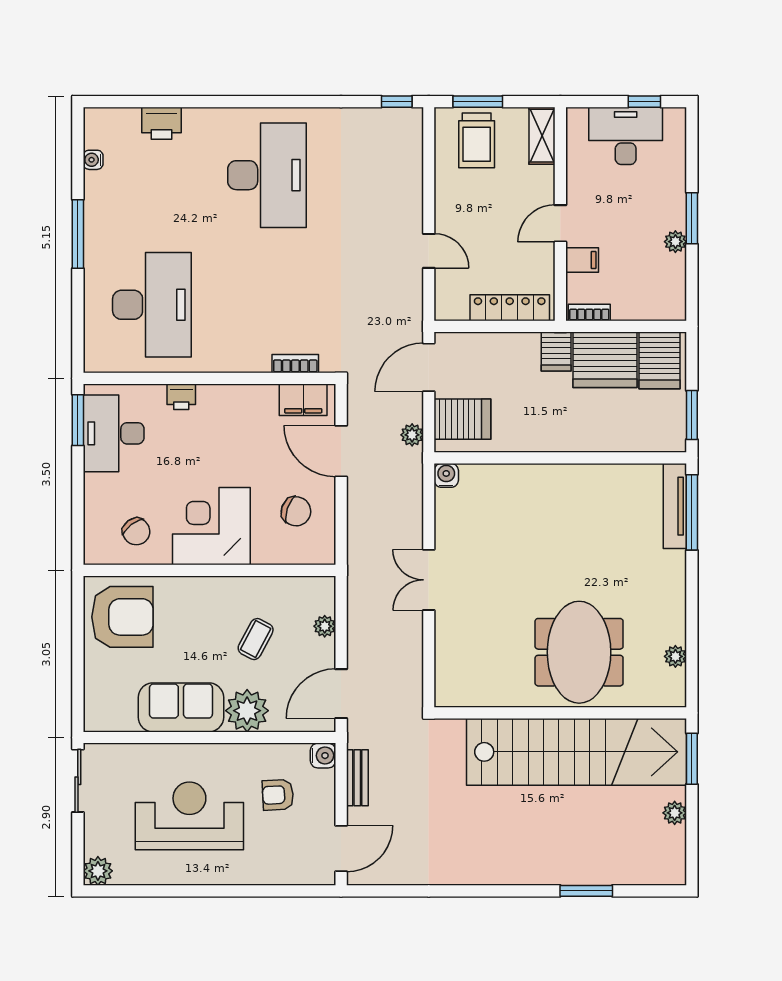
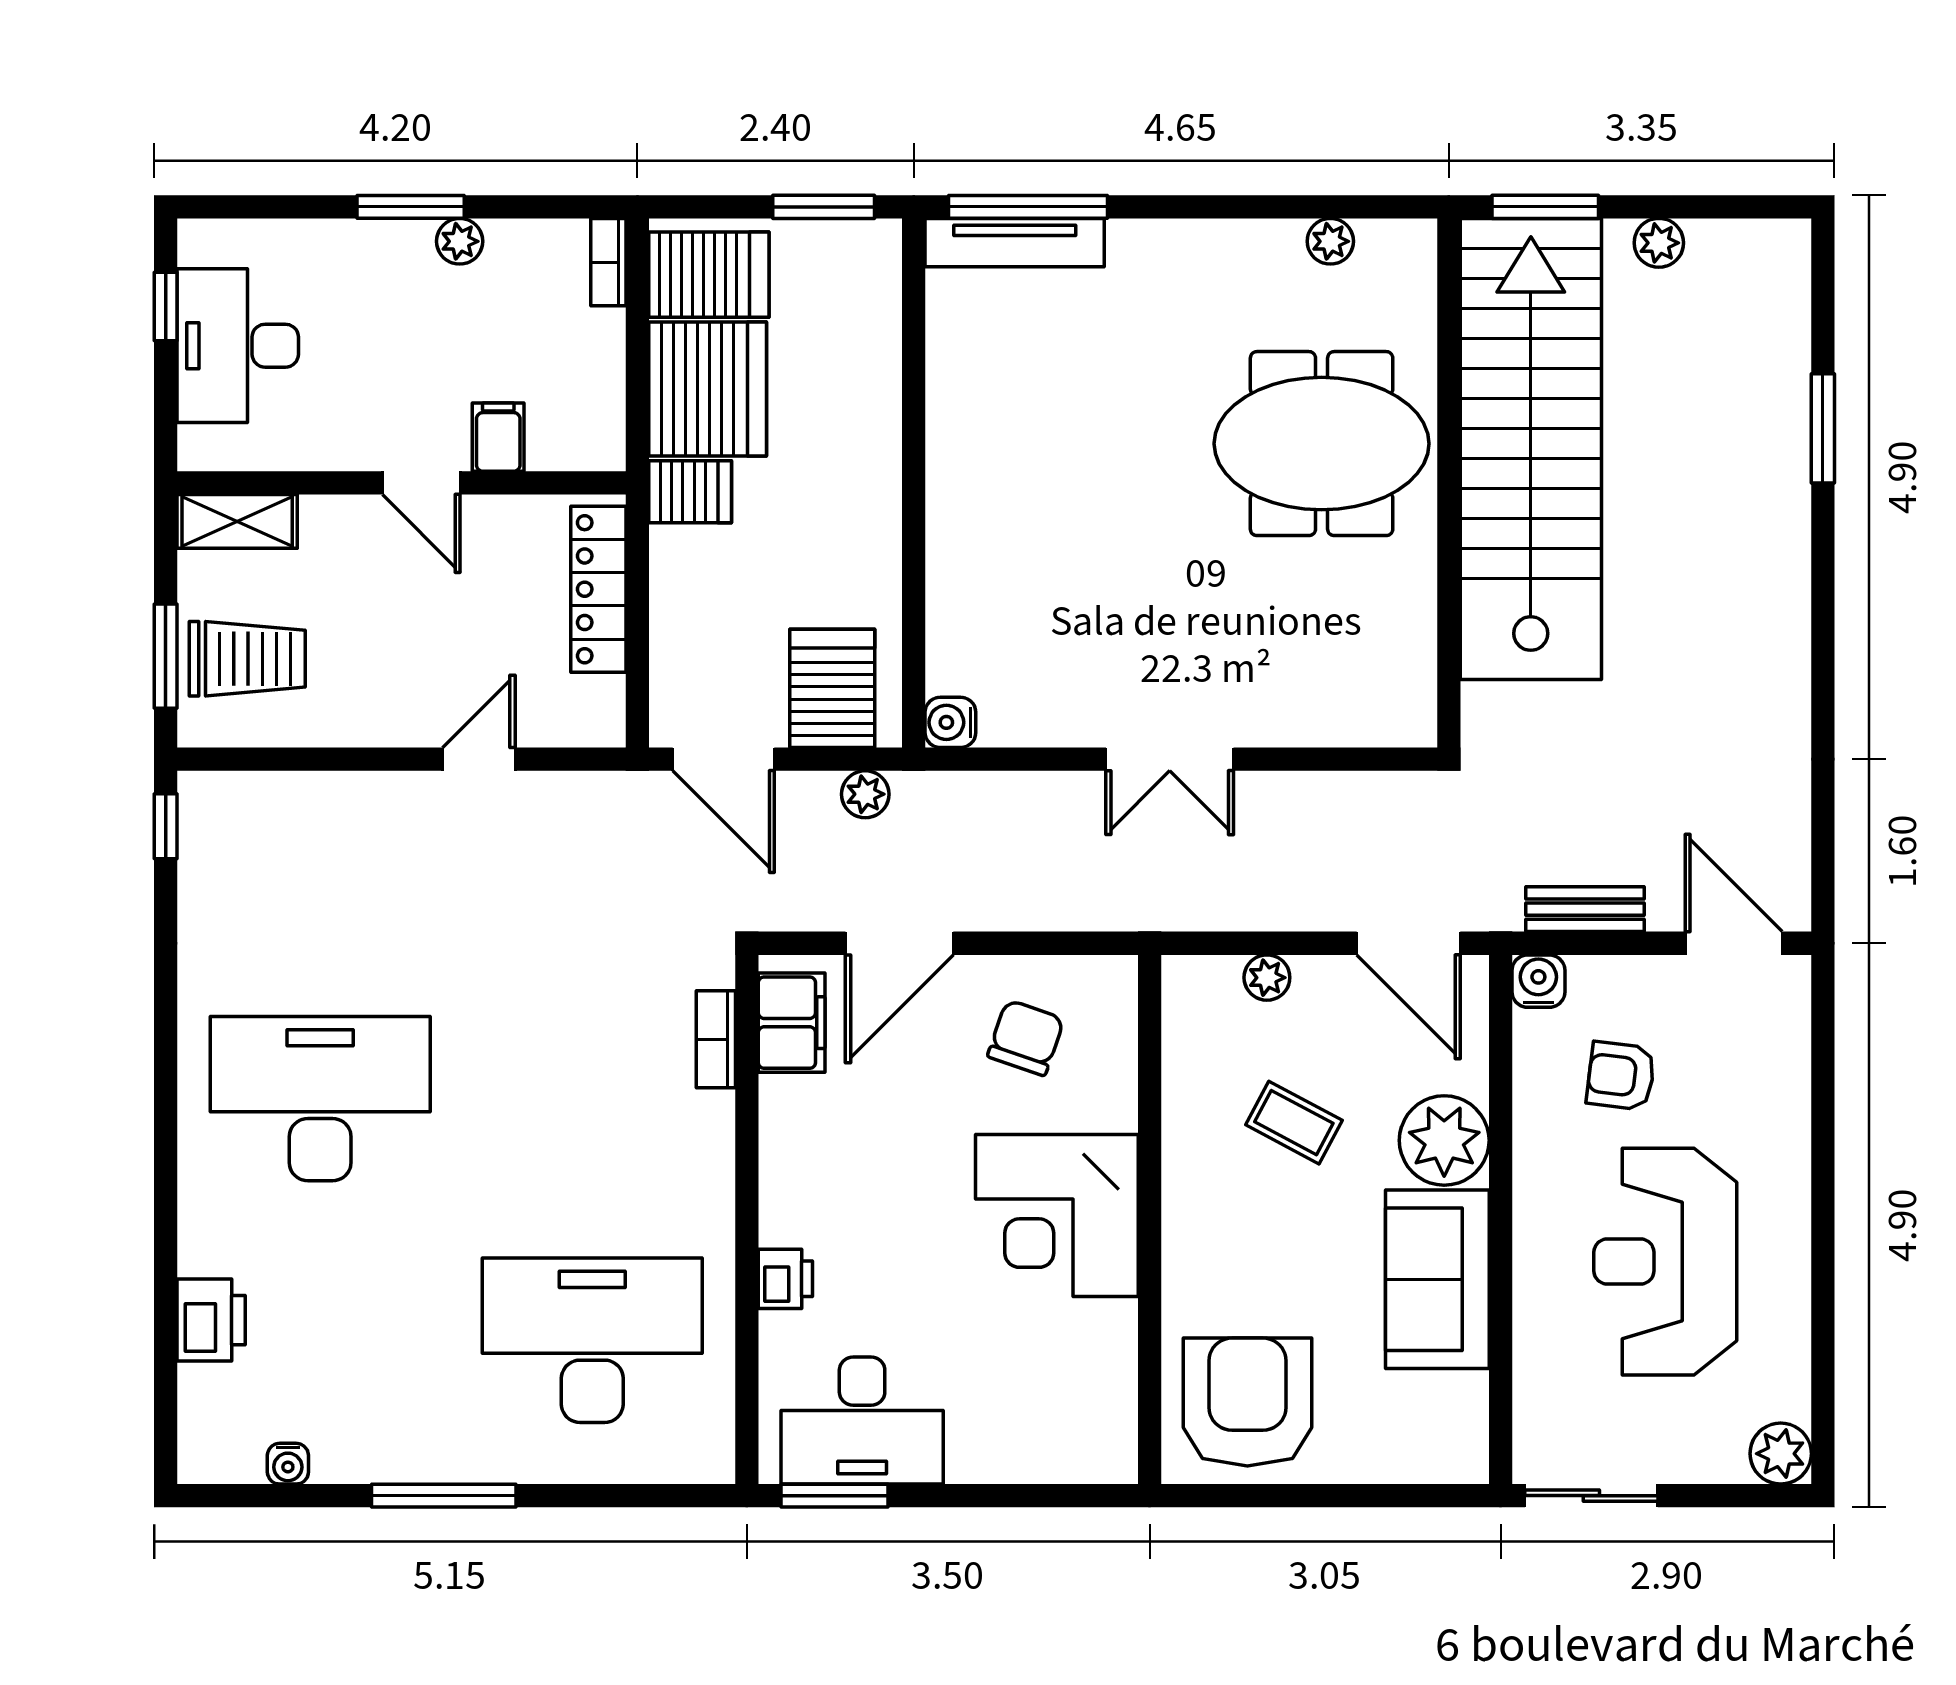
bookcase: (589, 312) -> (608, 262), moved
chair: (136, 531) -> (1068, 1373), removed
armchair: (278, 795) -> (1621, 1076), turned 100

